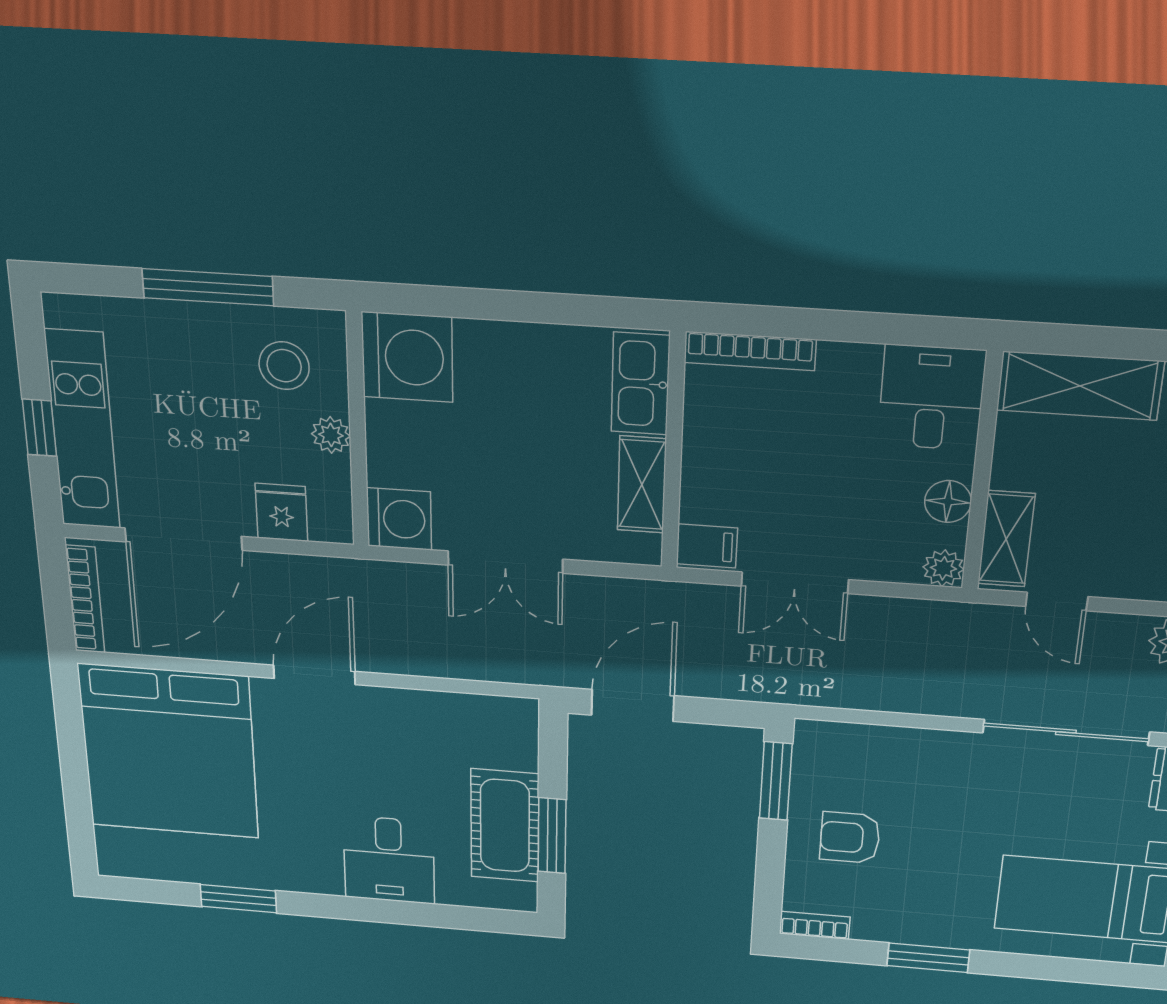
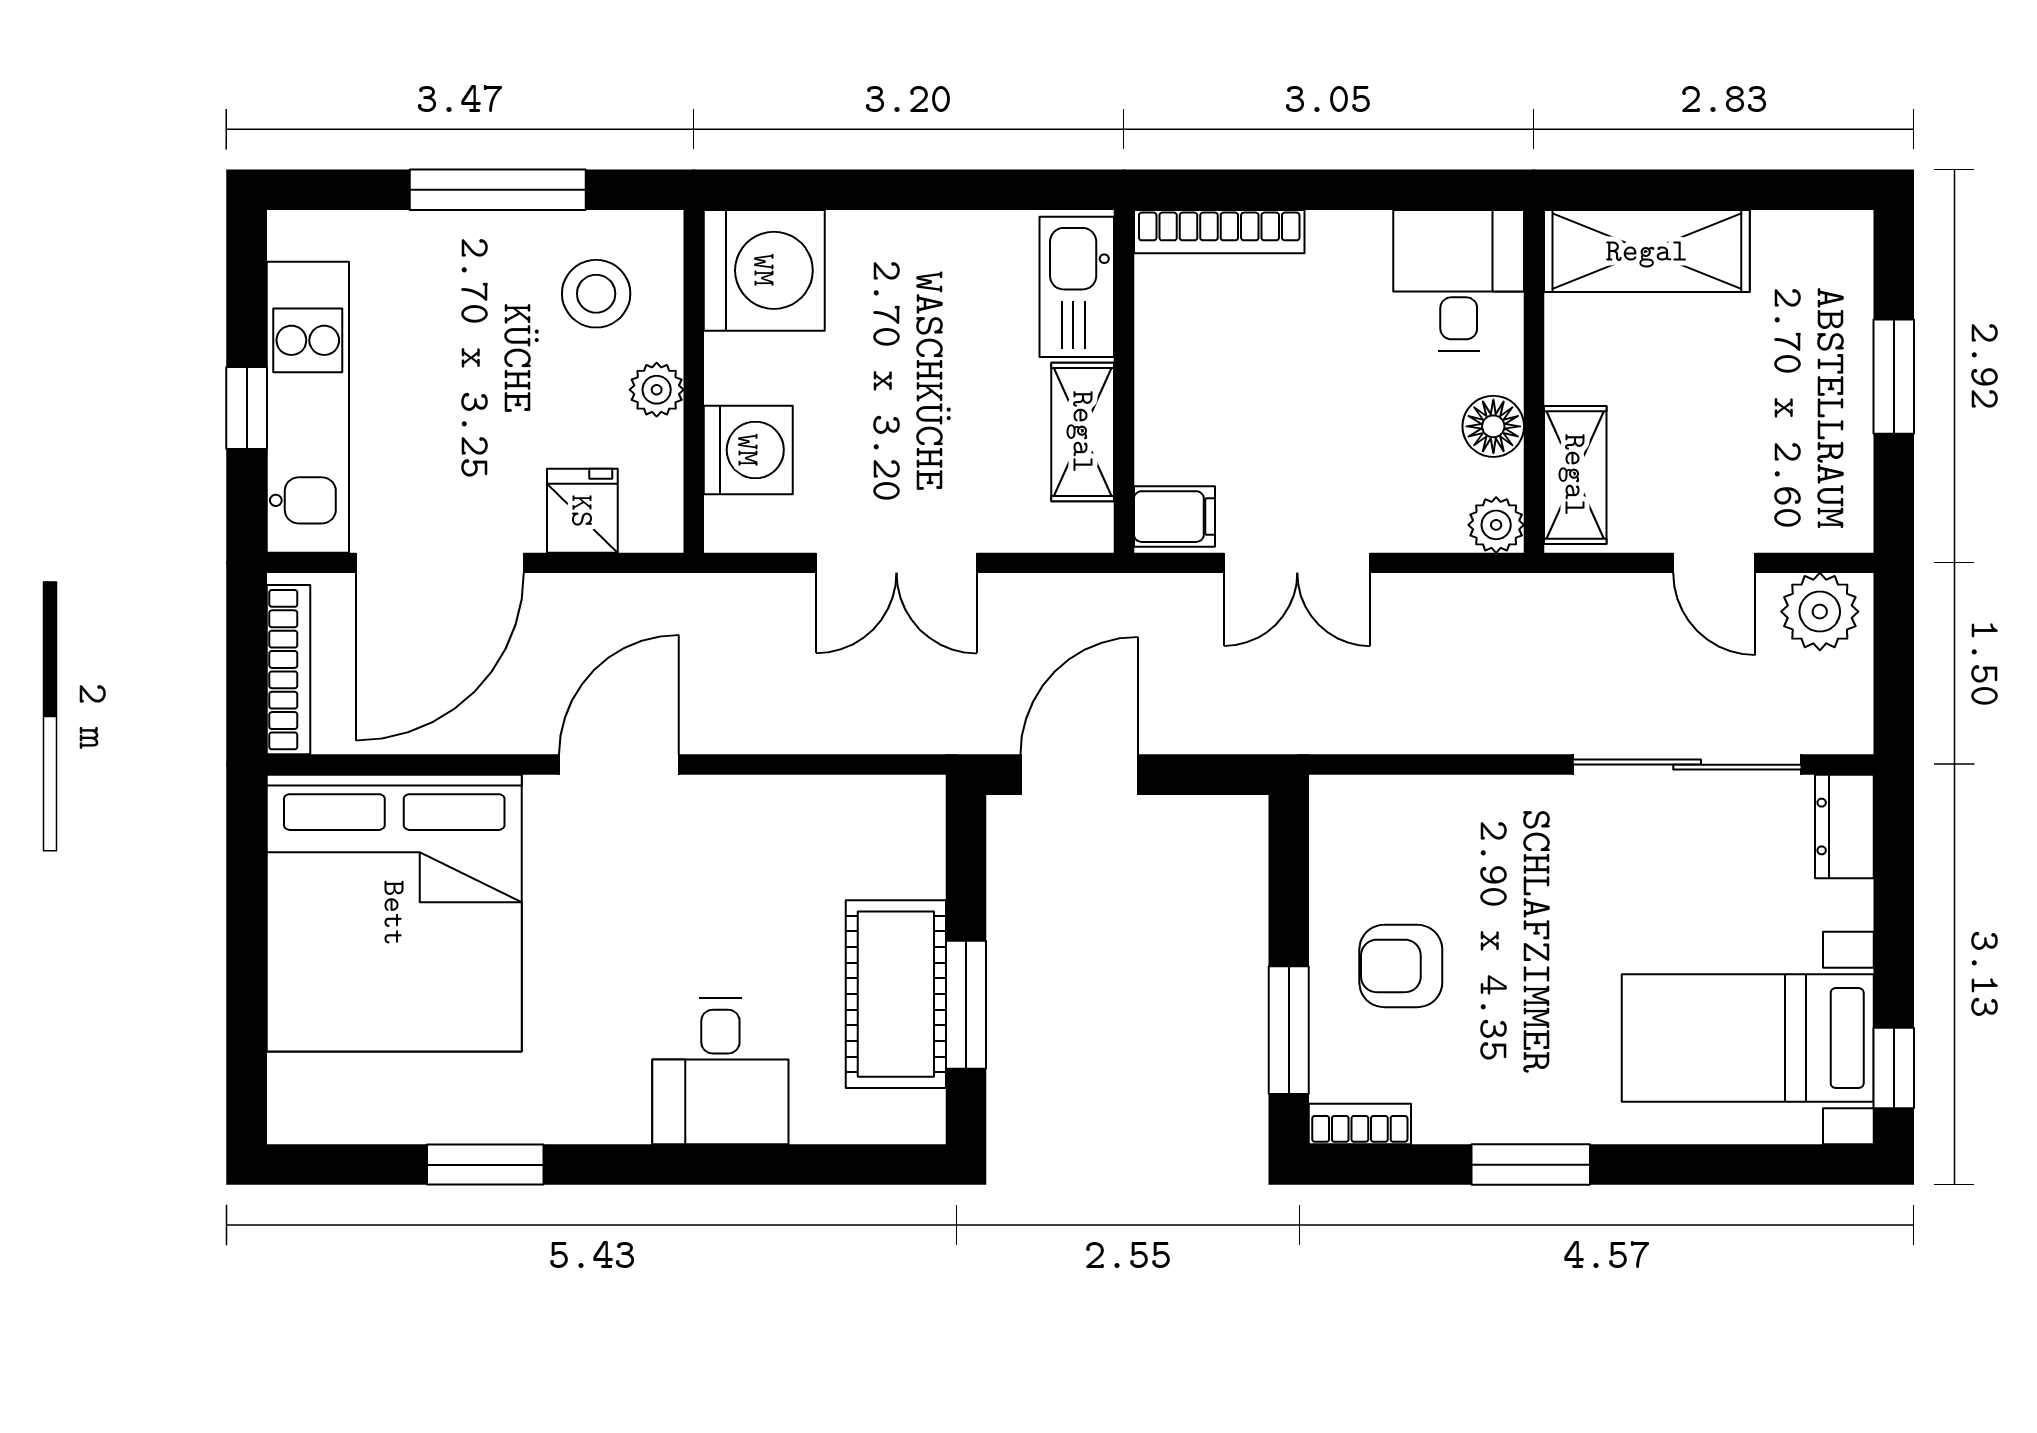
washing machine: (399, 519) -> (748, 450), moved
door: (1057, 602) -> (1714, 563), moved
window: (776, 781) -> (1289, 1030), moved

